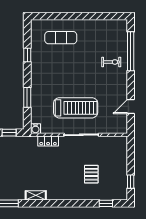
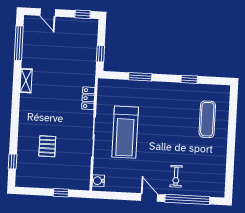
door: (131, 107) -> (149, 197), moved
water cooler: (35, 129) -> (98, 181), moved
pallet: (91, 174) -> (47, 146), turned 90
window: (131, 182) -> (61, 193), moved

